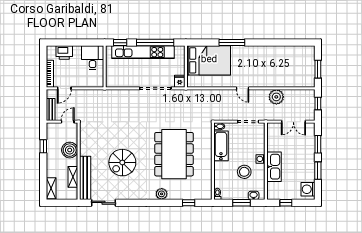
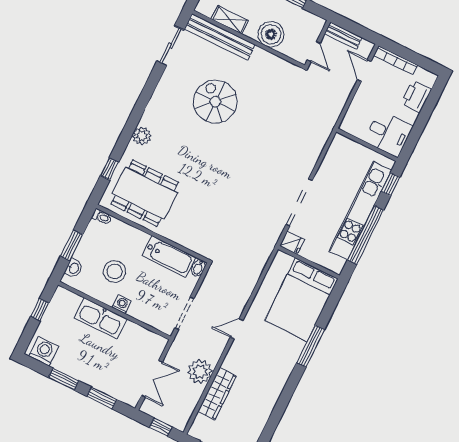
wardrobe: (284, 81) -> (217, 394), added
double door: (293, 122) -> (152, 379), swing flipped
dining table: (174, 154) -> (145, 193), moved, width x0.73, depth x0.80

